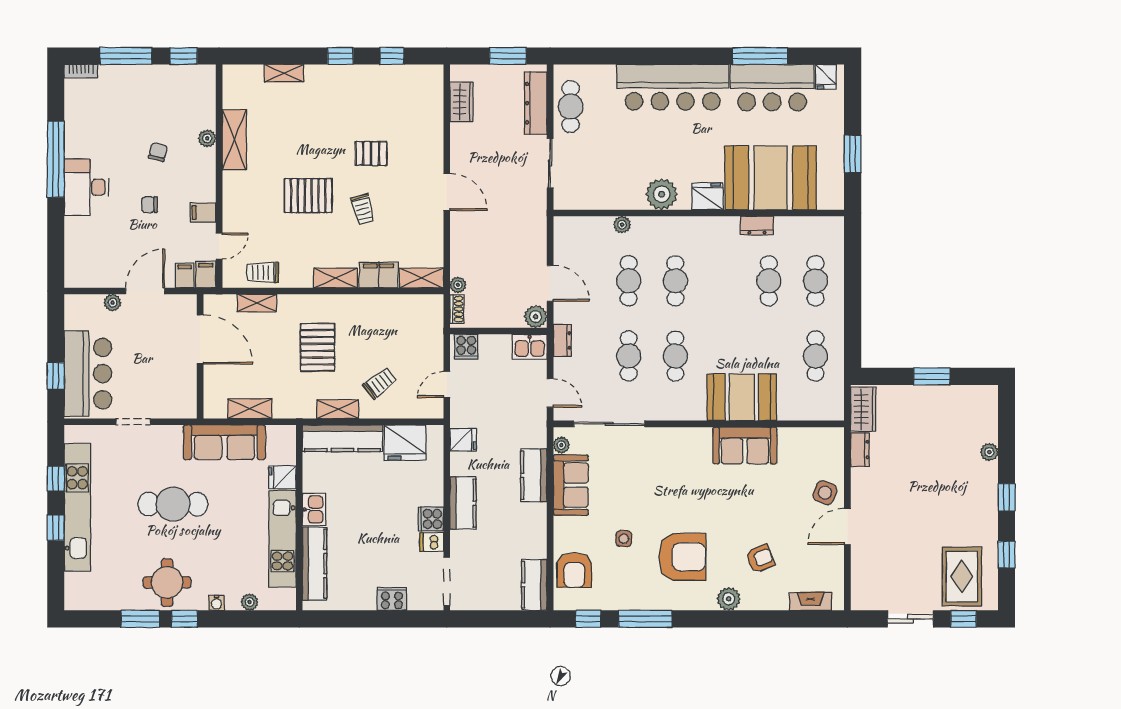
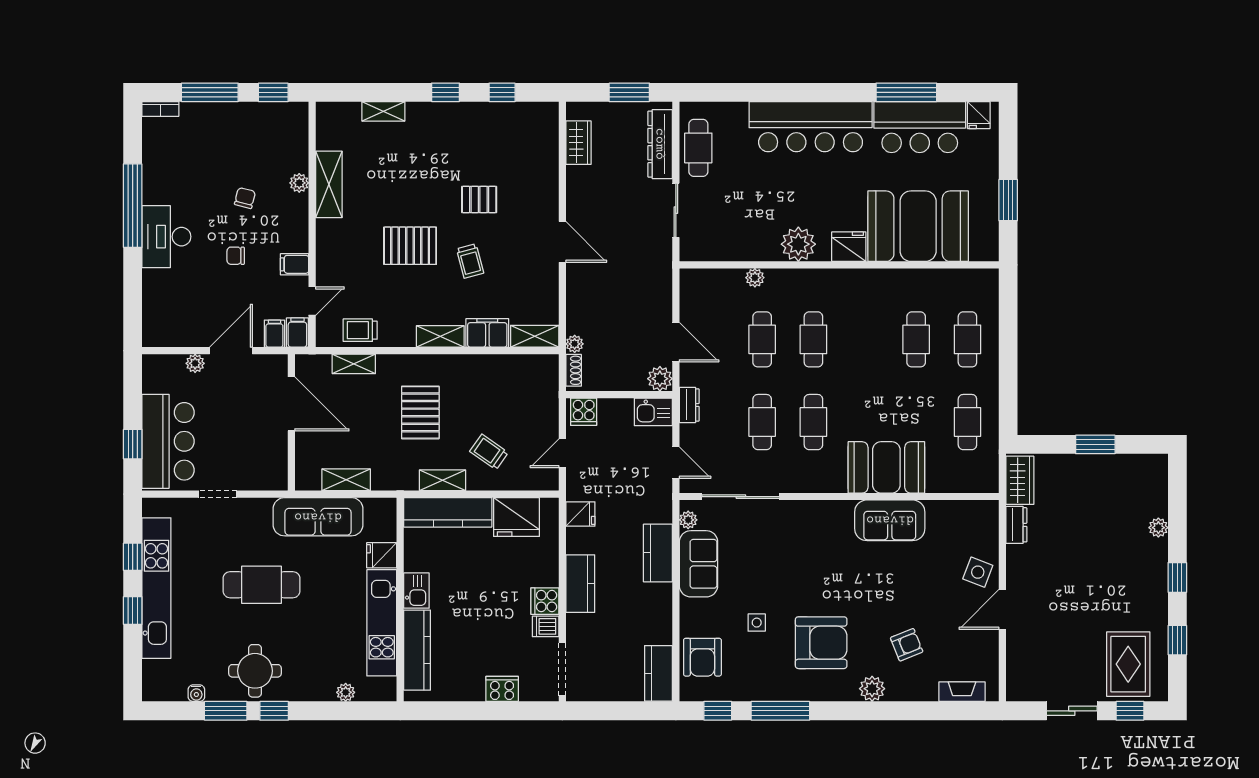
dresser: (757, 225) -> (903, 279), removed
trolley: (380, 383) -> (489, 452), turned -107
water cooler: (216, 603) -> (196, 693), moved

